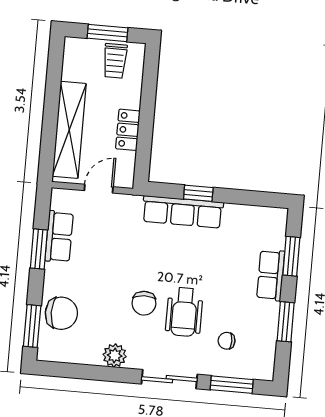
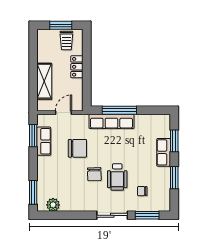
shelving: (69, 130) -> (44, 81), width x0.68
locker: (128, 130) -> (77, 67), moved
window: (198, 193) -> (119, 110), width x2.17
window: (39, 249) -> (33, 136), moved
chair: (61, 313) -> (77, 148), moved
plant: (115, 355) -> (53, 205), moved

